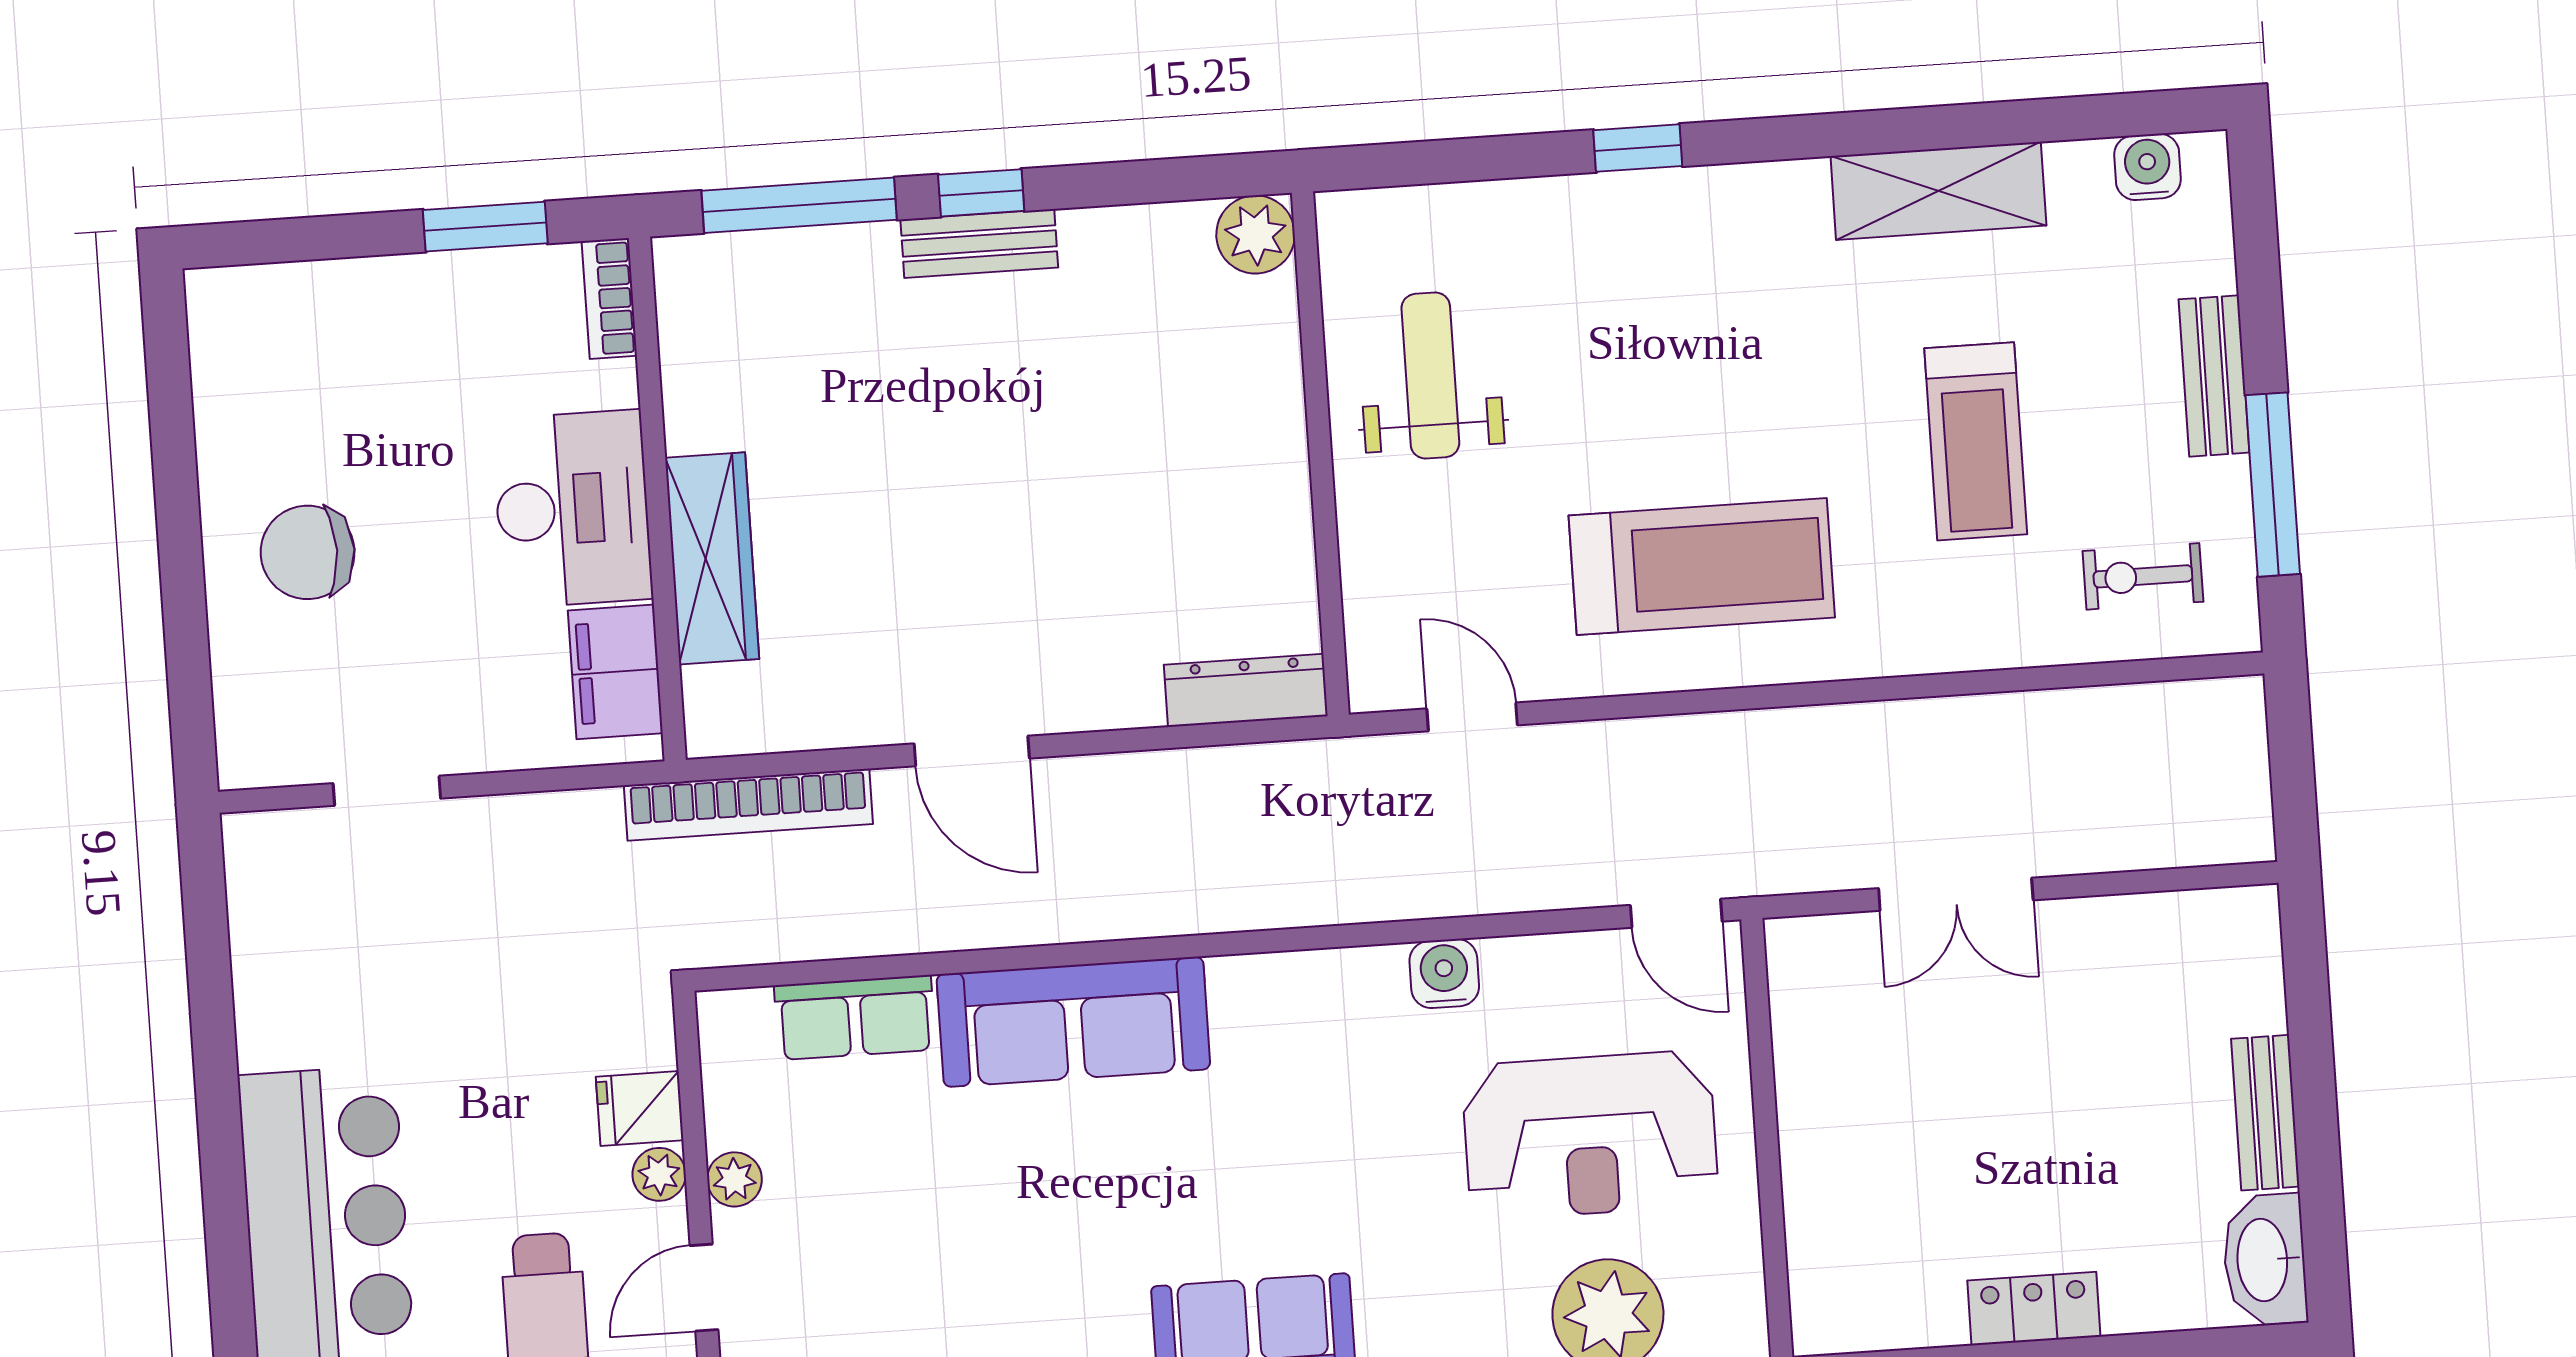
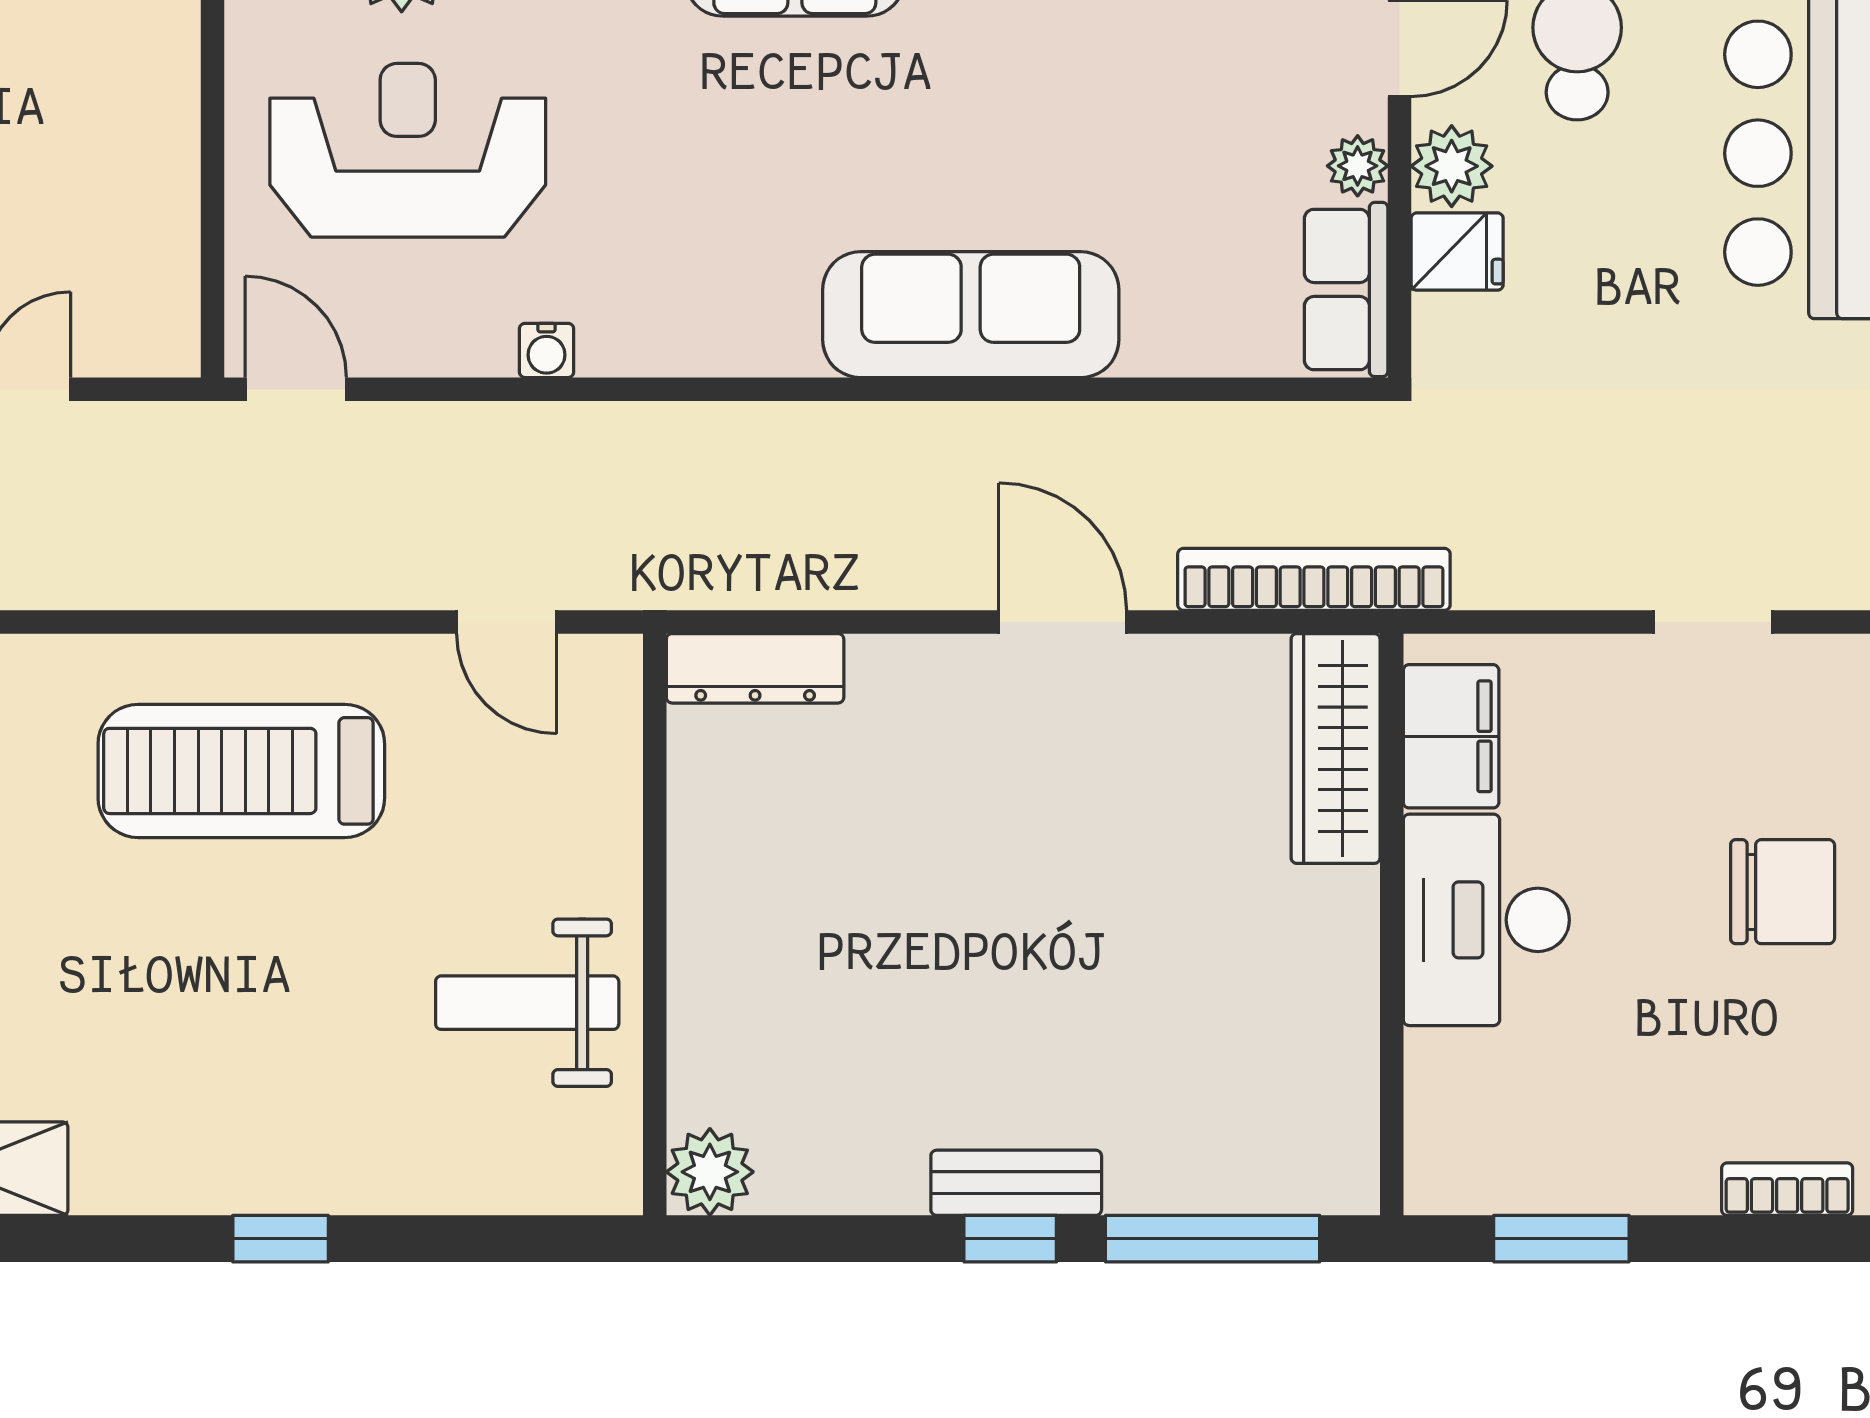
bookcase: (609, 299) -> (1787, 1189), moved, turned -90
weight bench: (1430, 376) -> (527, 1003), turned 90
wardrobe: (712, 558) -> (1336, 748), moved
water cooler: (1444, 974) -> (547, 350), width x0.72, depth x0.72
row of seats: (855, 1018) -> (1346, 290), moved, turned -90
plant: (659, 1174) -> (1452, 166), width x1.38, depth x1.38

